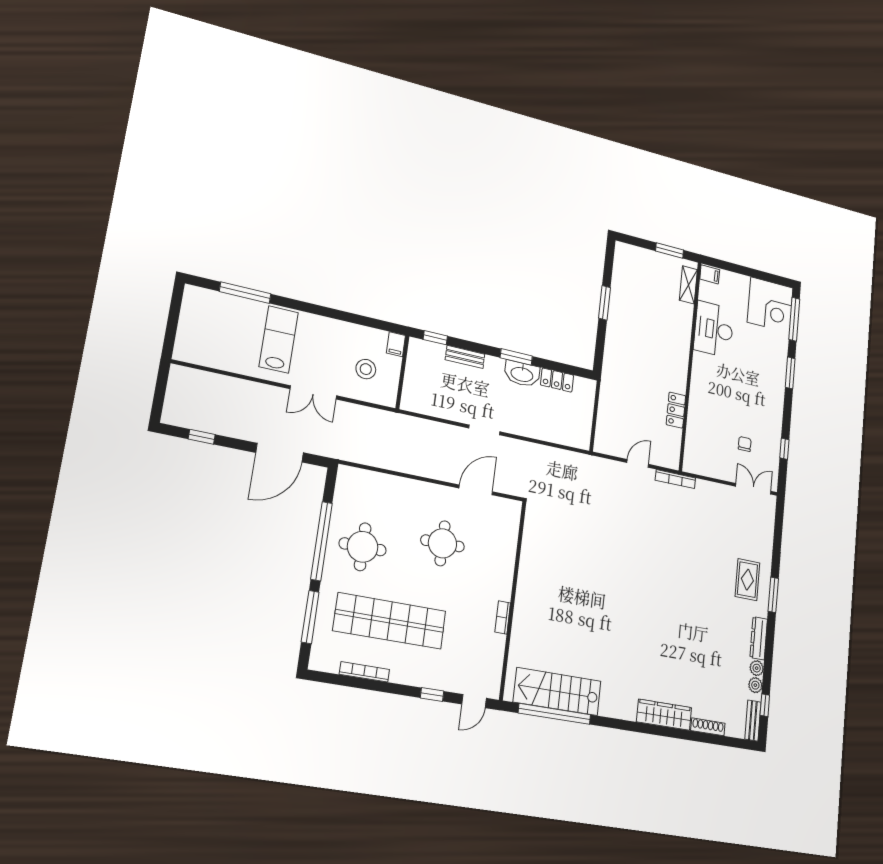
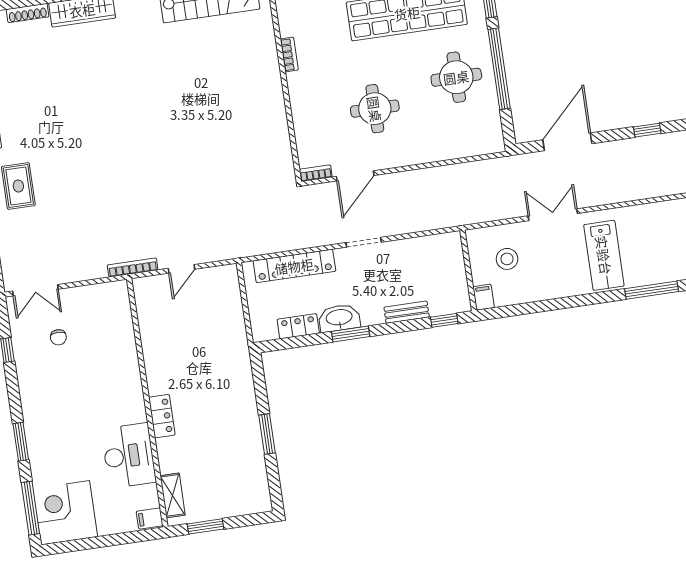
locker: (676, 410) -> (162, 416), moved
locker: (547, 431) -> (294, 266), added
bookcase: (508, 504) -> (316, 173), added

